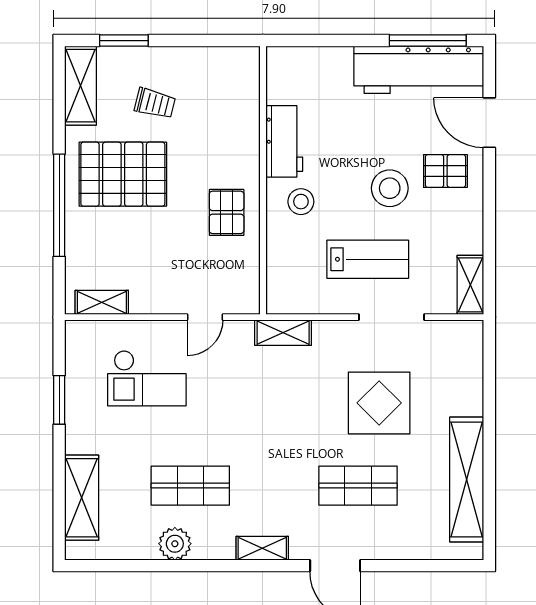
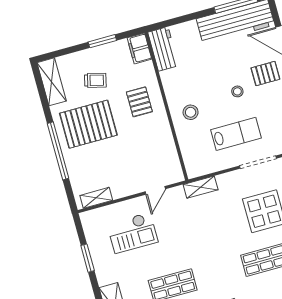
window: (124, 41) -> (102, 41), moved
filing cabinet: (244, 70) -> (139, 48), added
workbench: (284, 141) -> (163, 49), moved
stool: (390, 188) -> (237, 91), width x0.53, depth x0.53
pallet: (227, 212) -> (139, 102), moved

